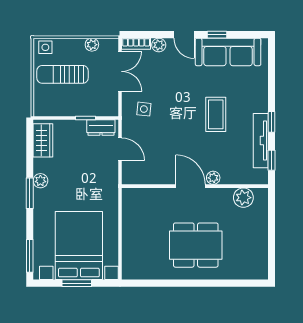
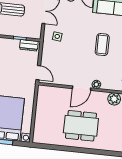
door: (120, 149) -> (38, 73), moved
door: (191, 186) -> (82, 88), swing flipped

